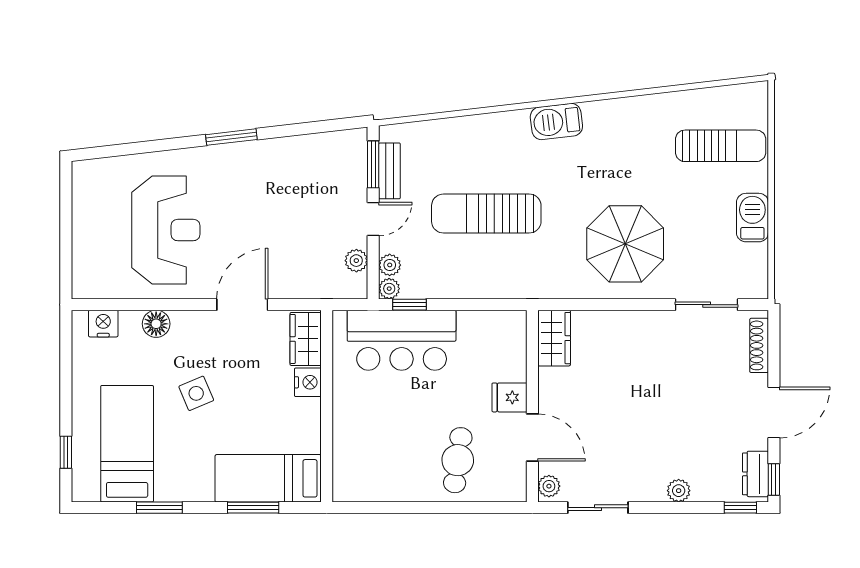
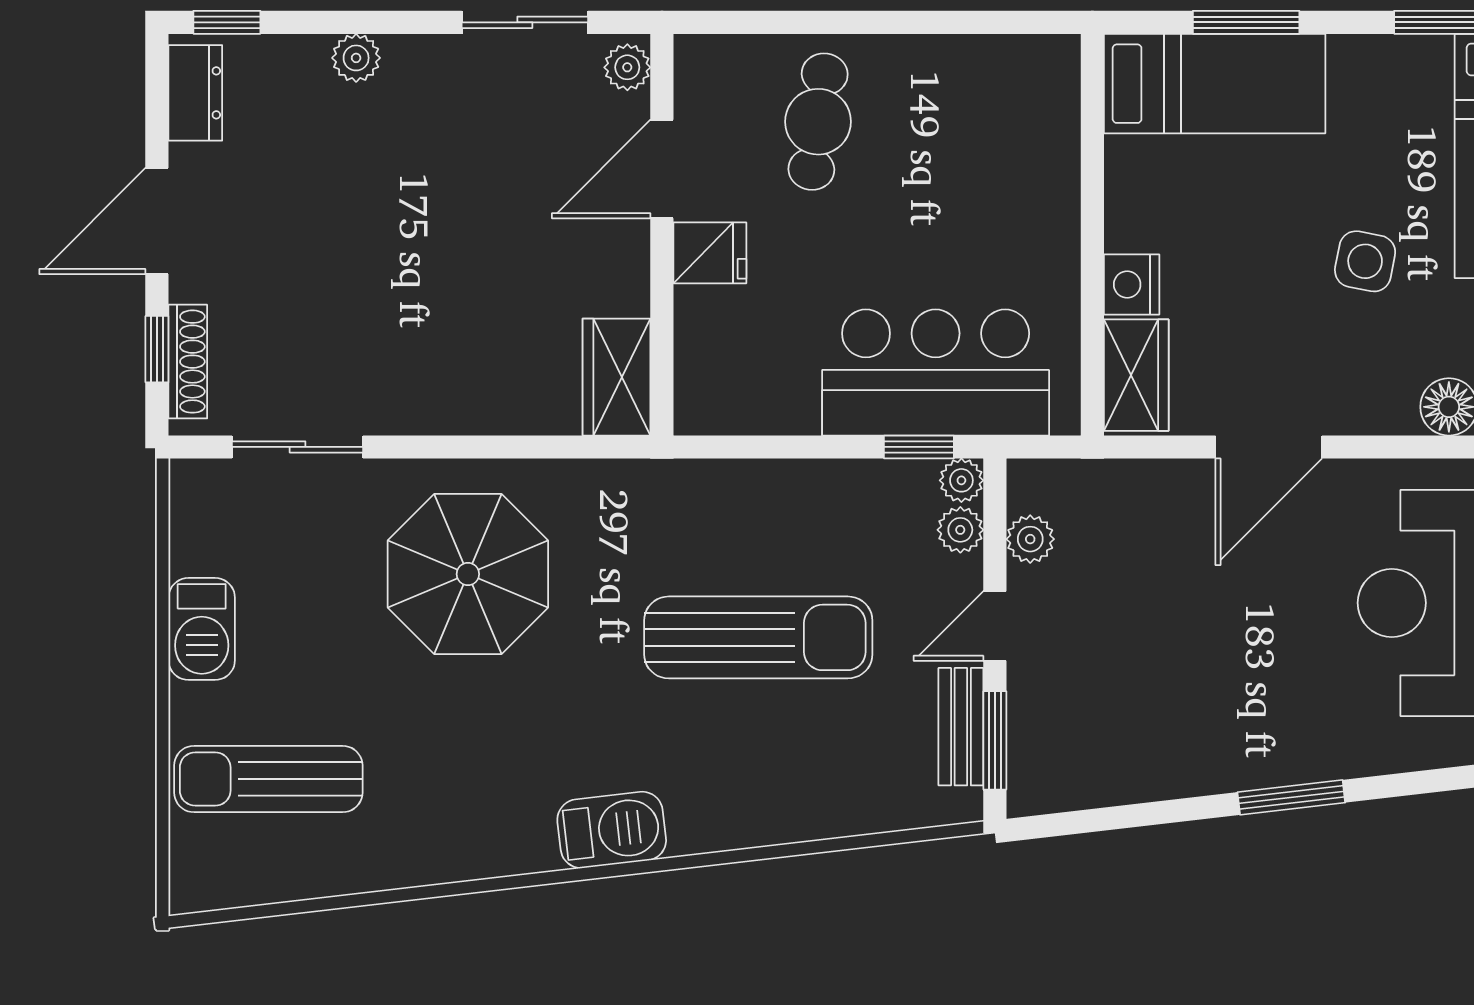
side table: (196, 393) -> (1365, 261), turned 34
door: (532, 437) -> (662, 169), hinge flipped
window: (774, 480) -> (157, 349), moved

